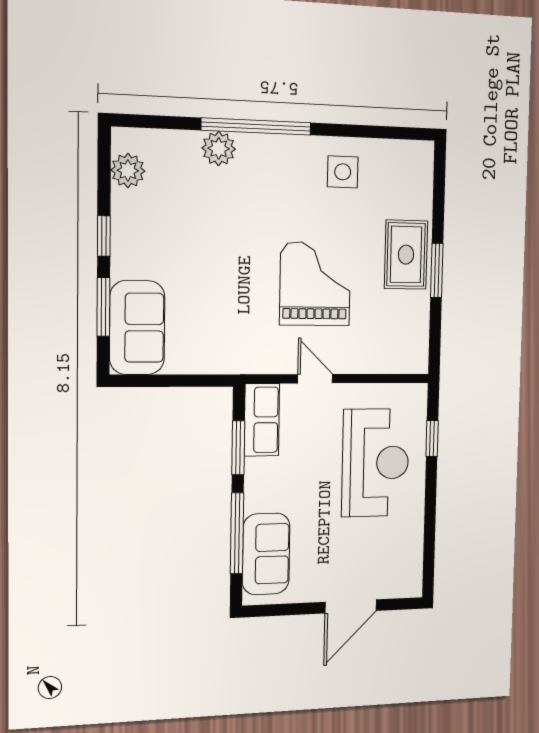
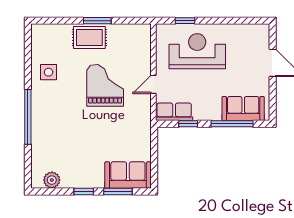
plant: (219, 149) -> (39, 136), removed
grand piano: (315, 284) -> (105, 85), turned 90
window: (238, 448) -> (188, 124), width x0.67

